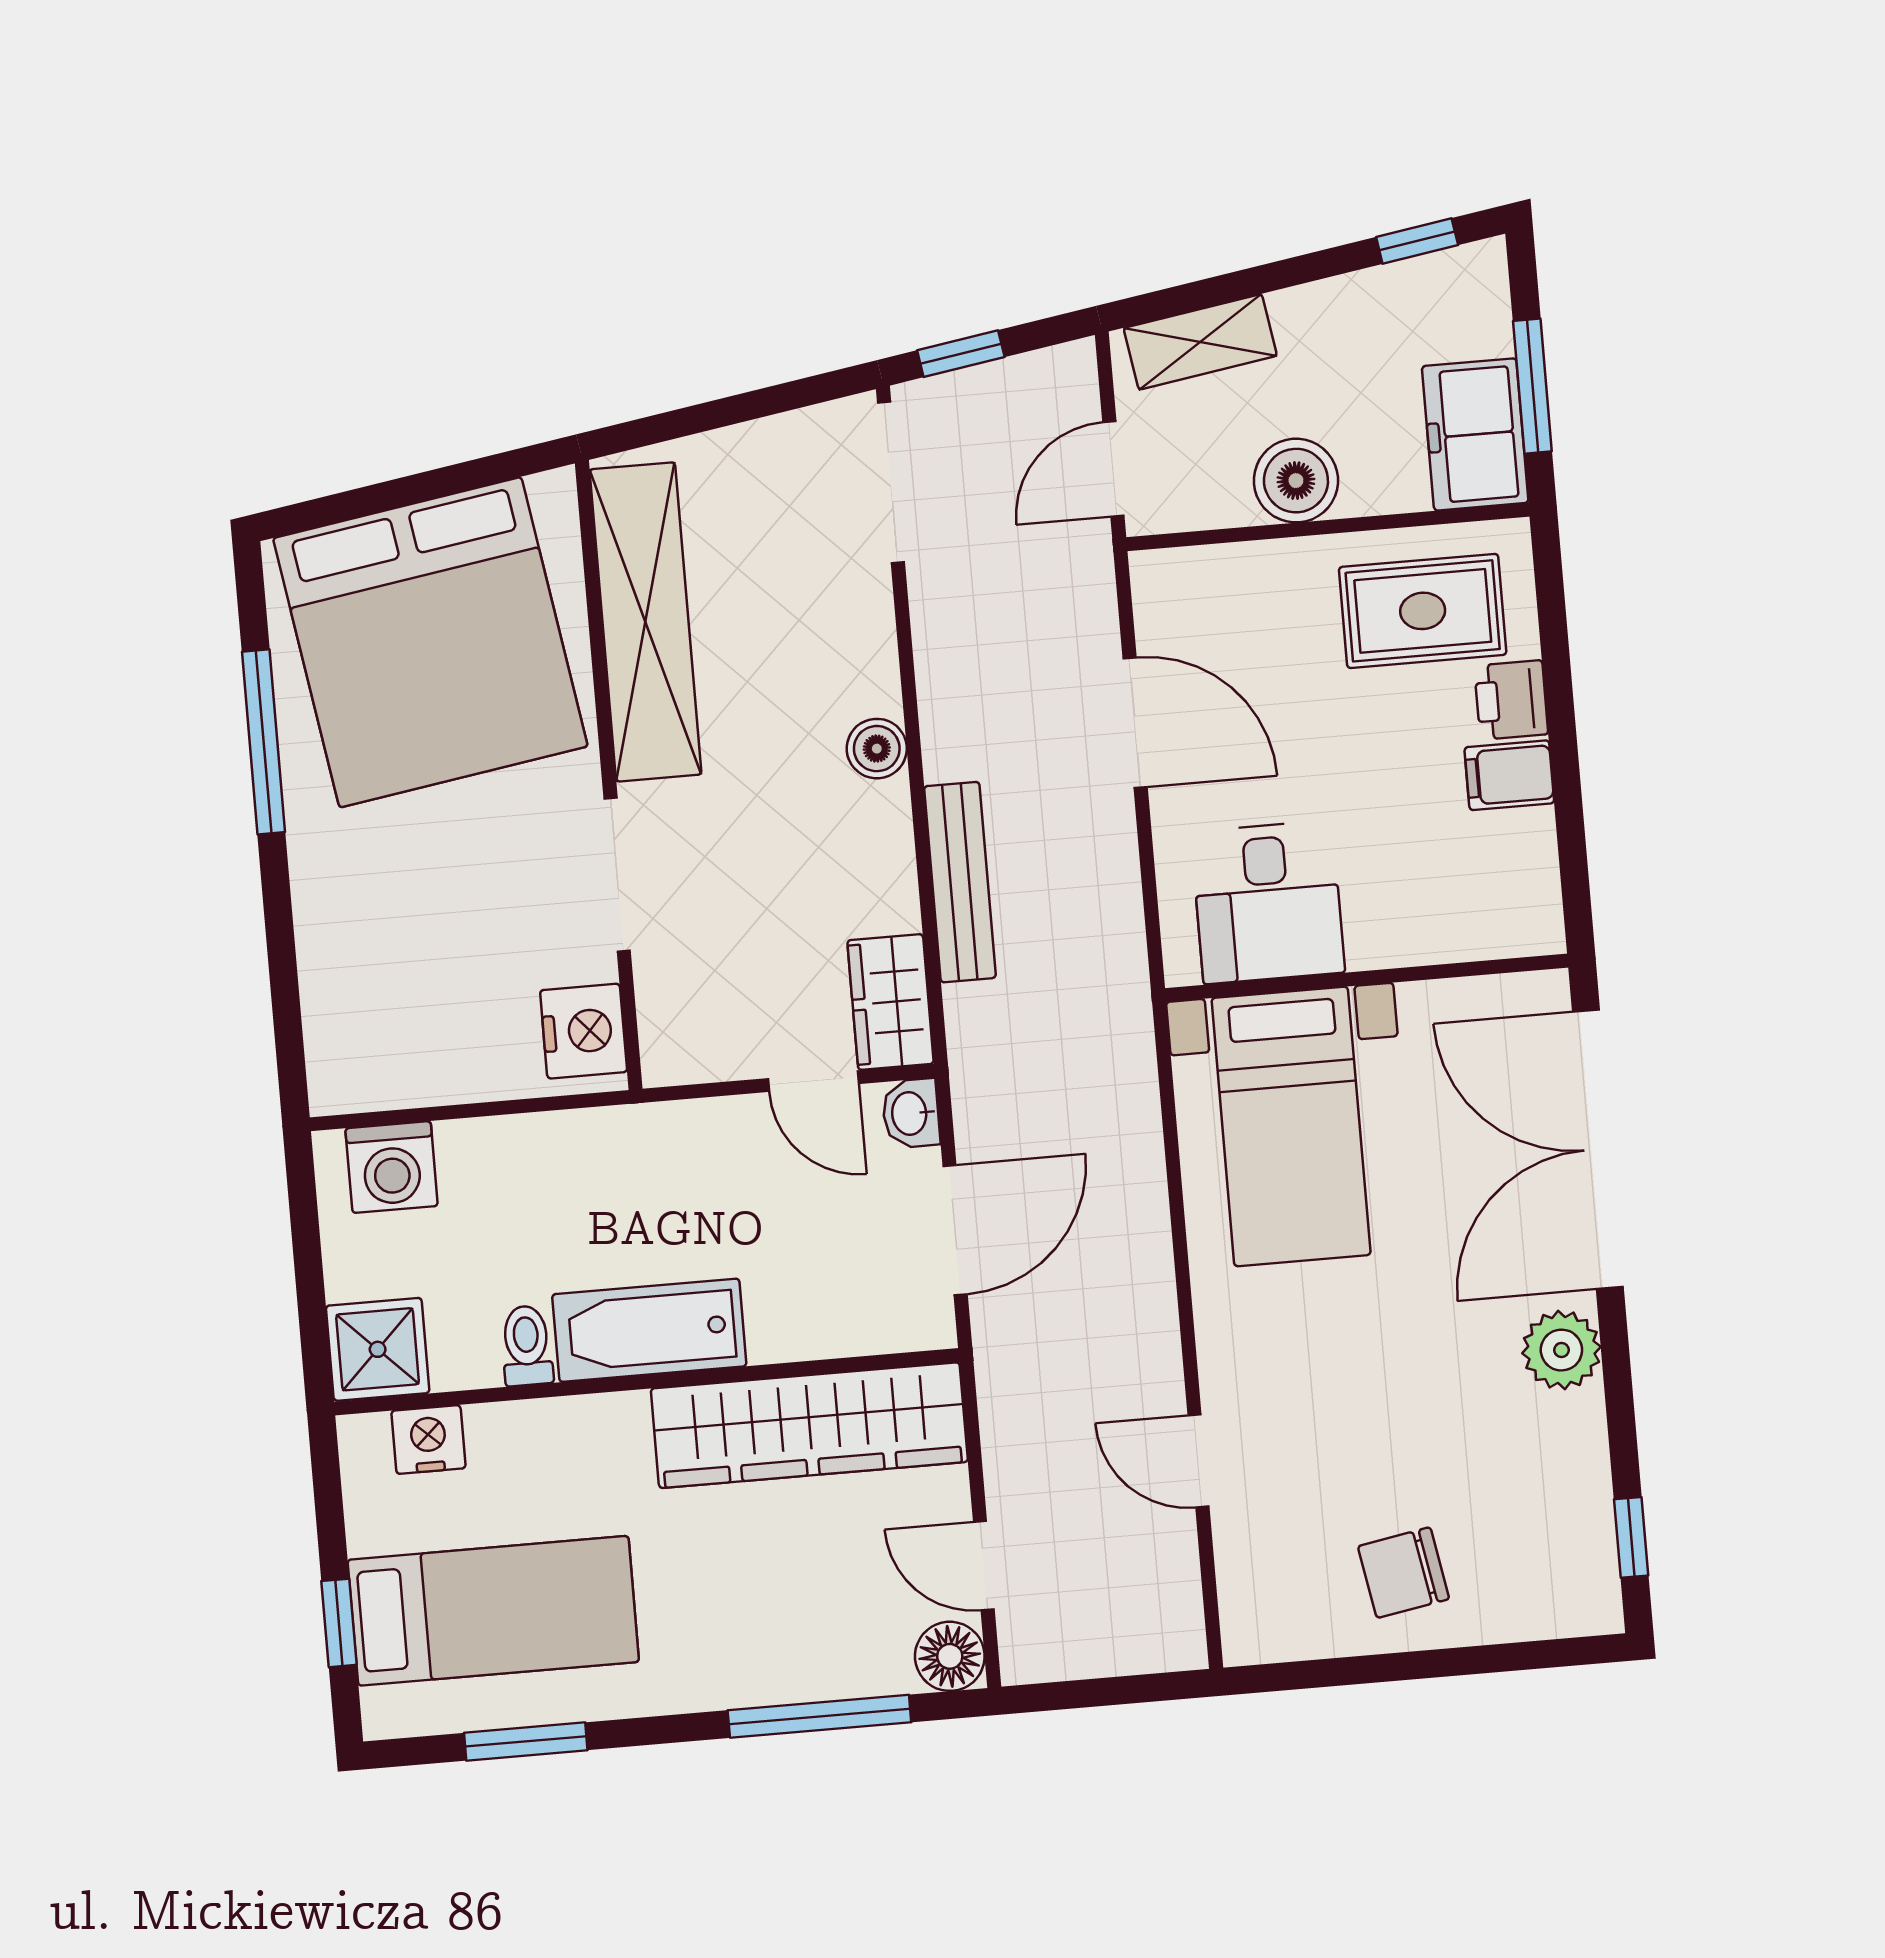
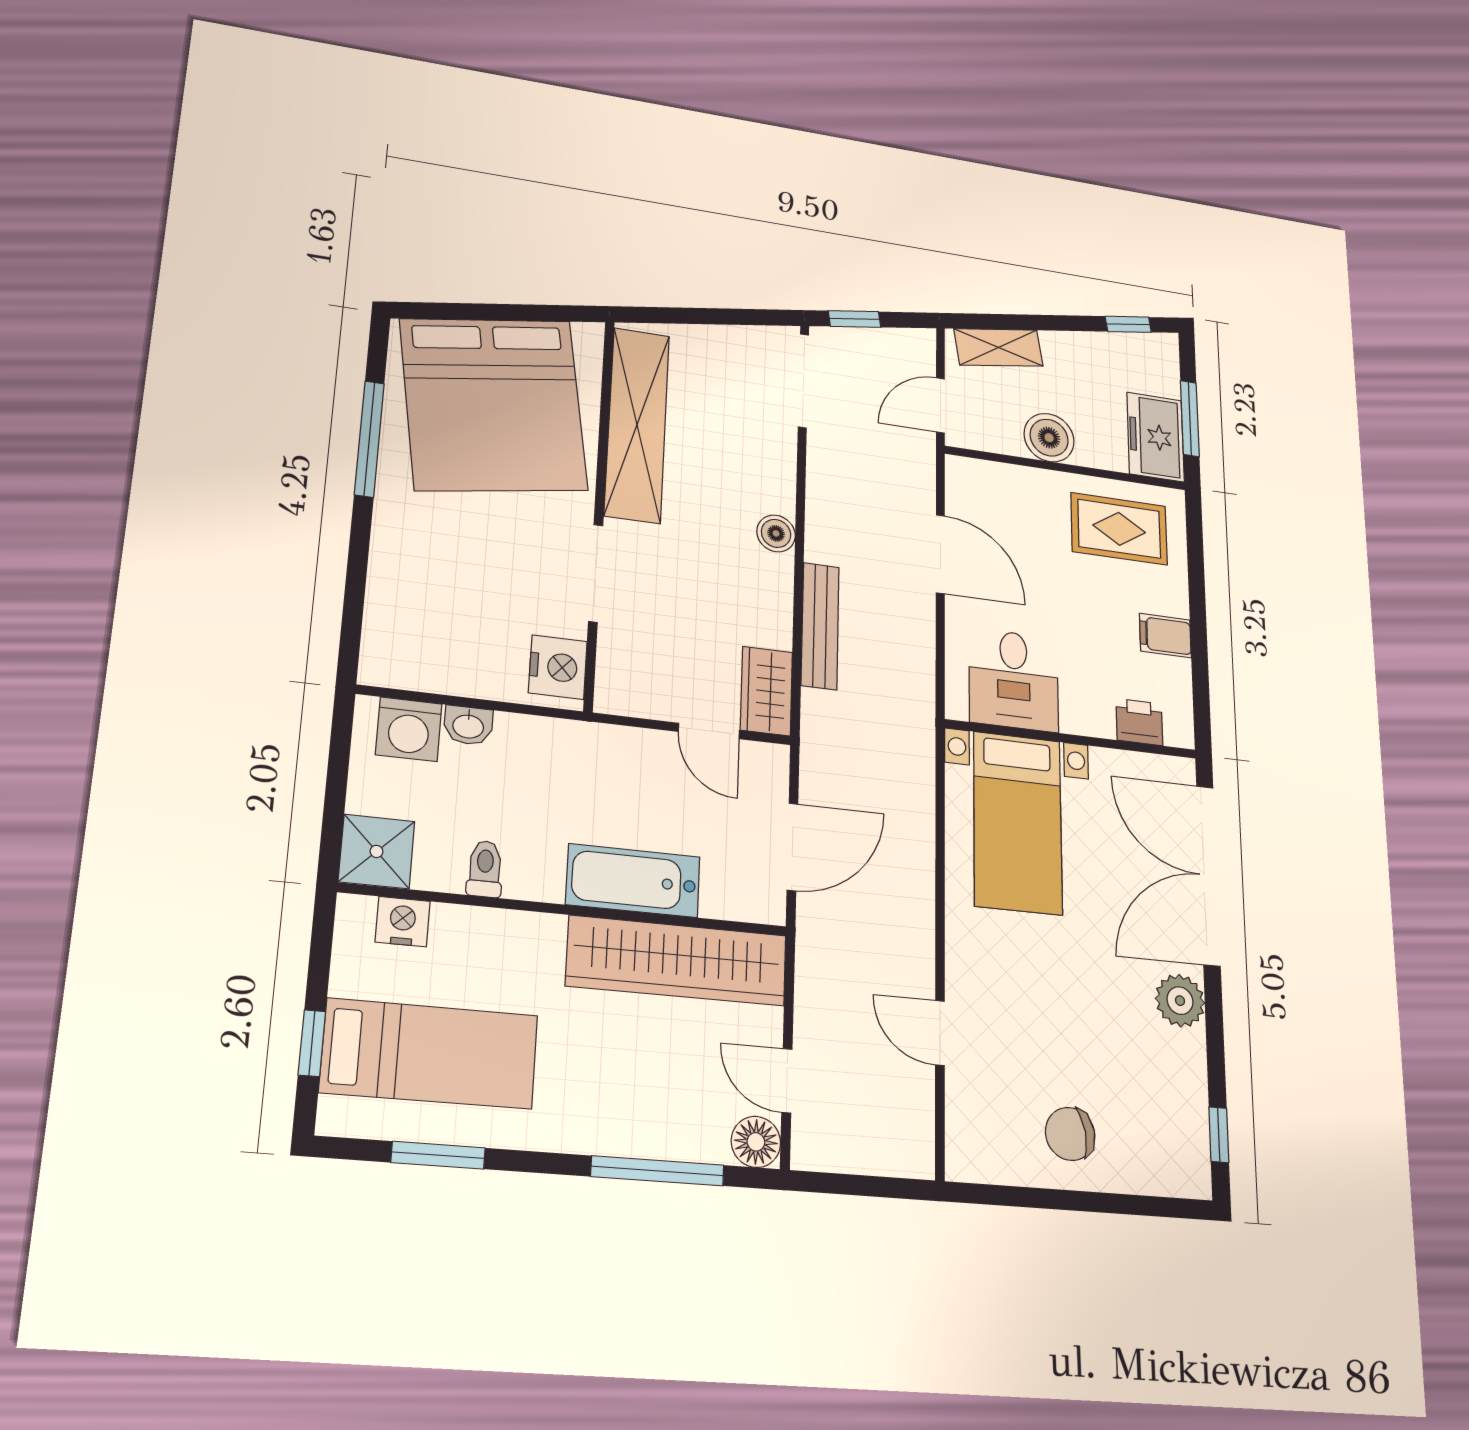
printer: (1511, 700) -> (1139, 722), moved, turned 90
washbasin: (911, 1113) -> (468, 725), moved, turned -90
bathtub: (649, 1330) -> (633, 881), moved

